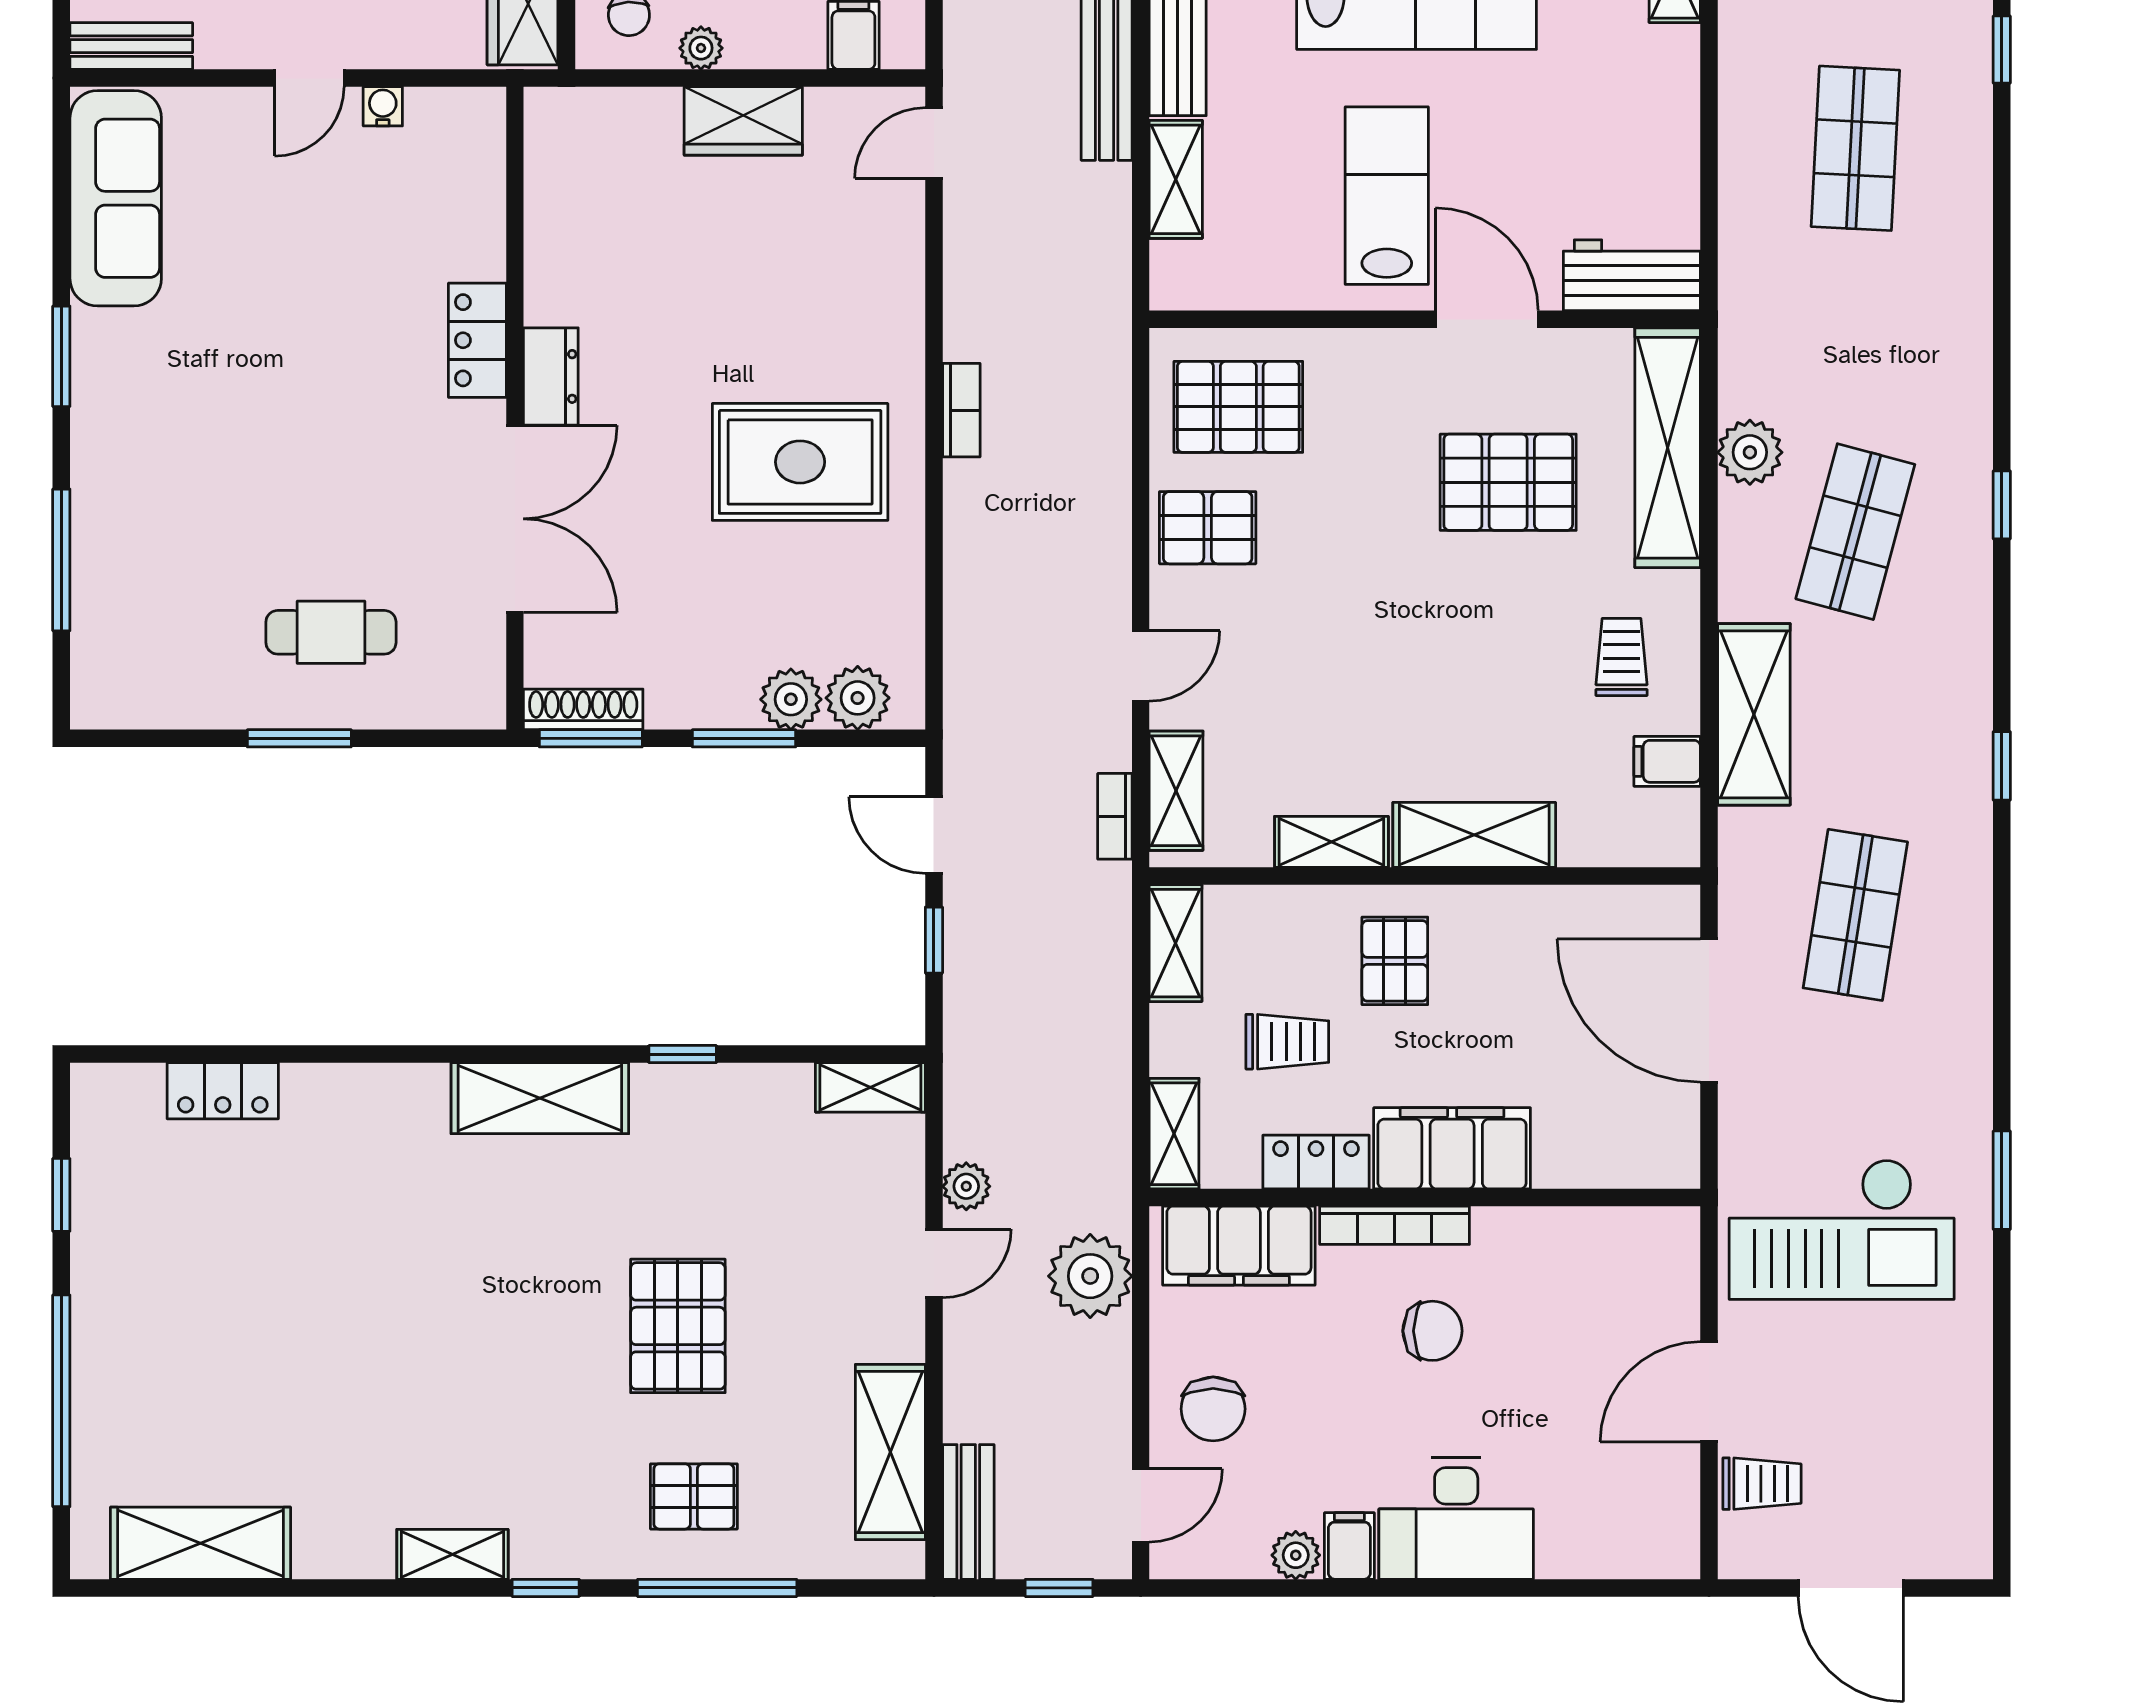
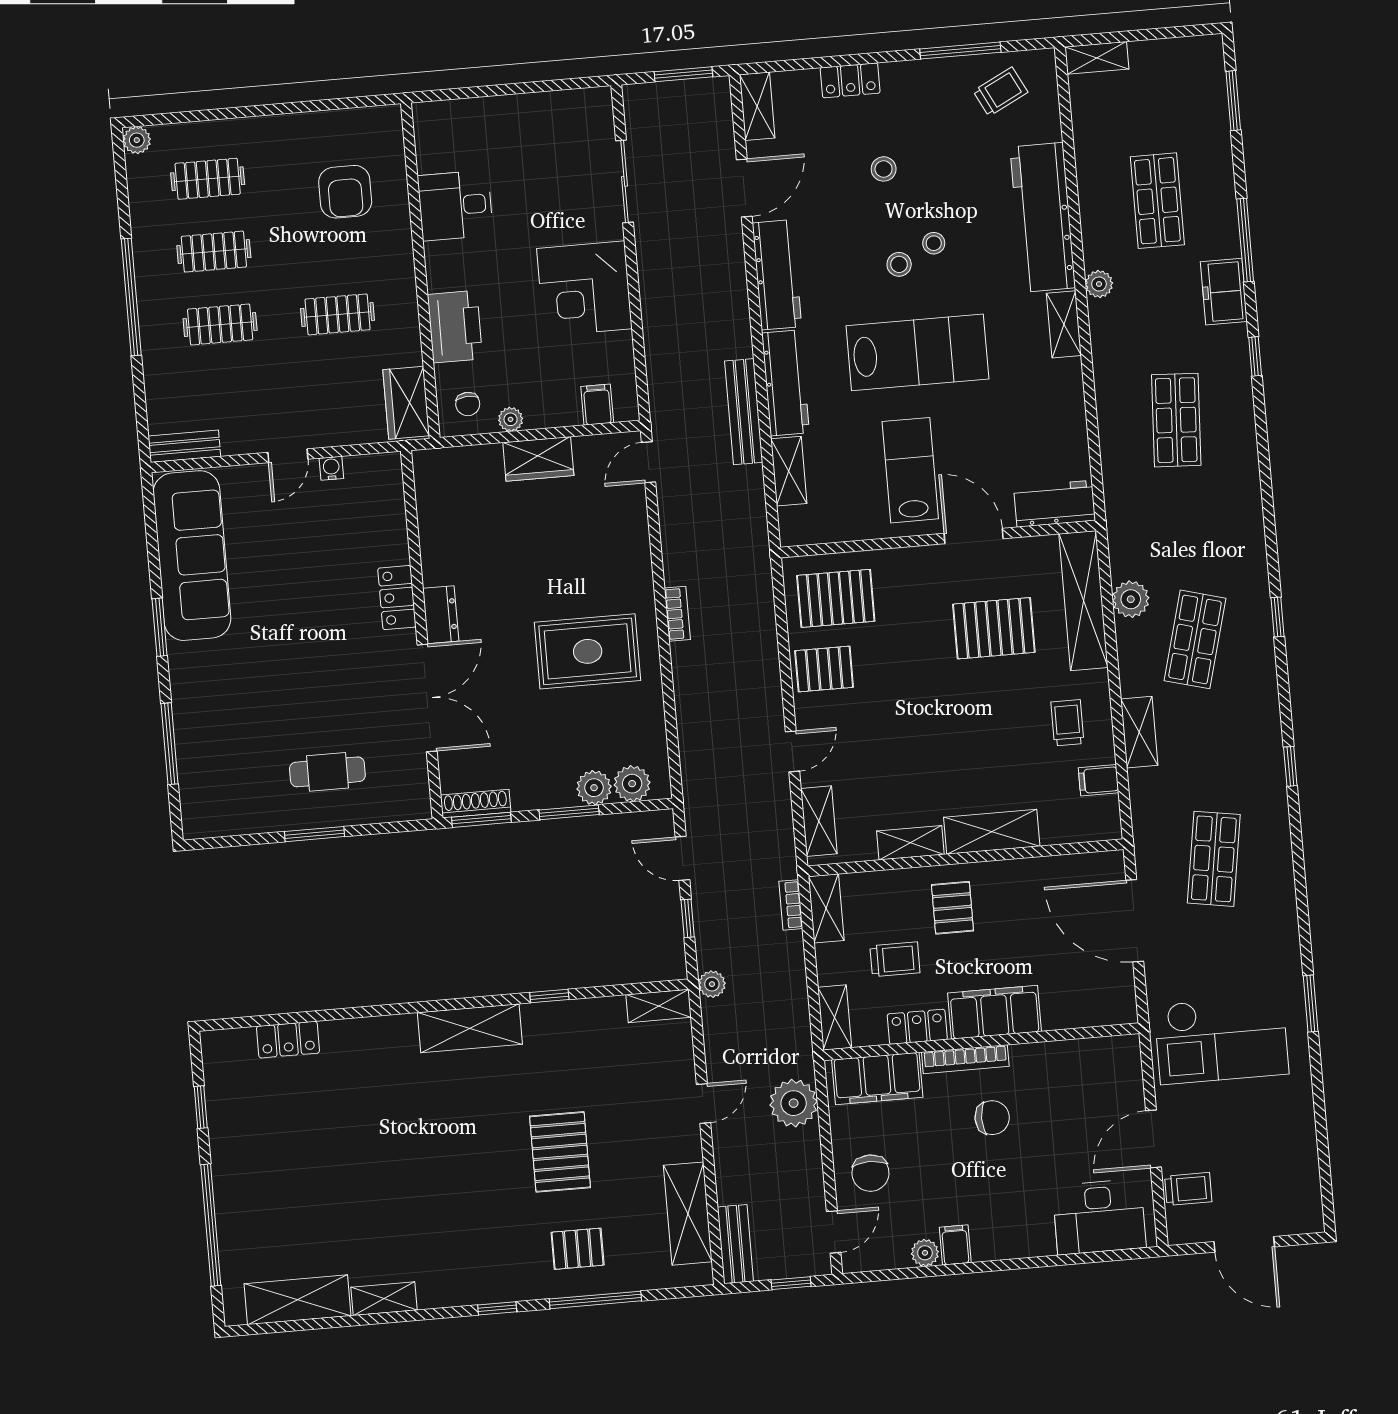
sofa: (116, 198) -> (192, 556), width x1.36, depth x1.27
shelving: (1754, 714) -> (1139, 732), width x0.67, depth x0.75
bookcase: (1115, 816) -> (791, 905), moved
plant: (966, 1186) -> (712, 984), moved
desk: (1456, 1519) -> (1099, 1217), moved
shelving: (452, 1554) -> (384, 1299), moved

